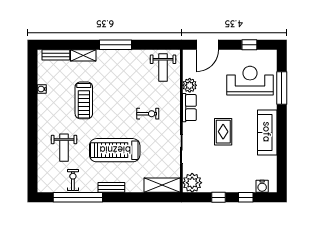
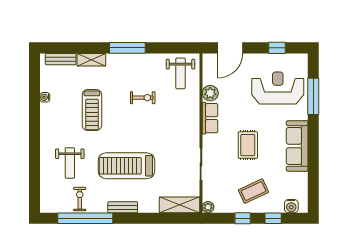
exercise bike: (148, 114) -> (143, 98), moved
coffee table: (228, 173) -> (253, 191), added
plant: (192, 183) -> (208, 207), width x0.53, depth x0.53

